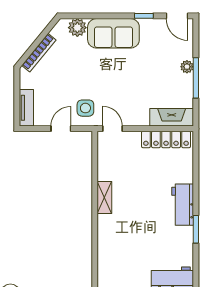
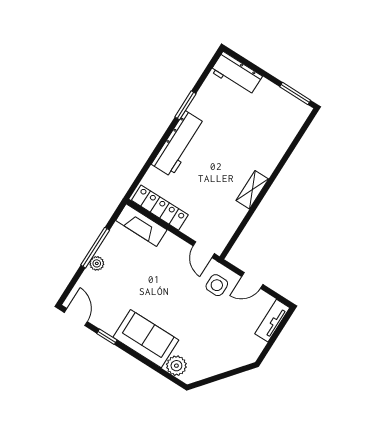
bookcase: (39, 53) -> (228, 365), removed
workbench: (183, 205) -> (178, 144), width x1.38

